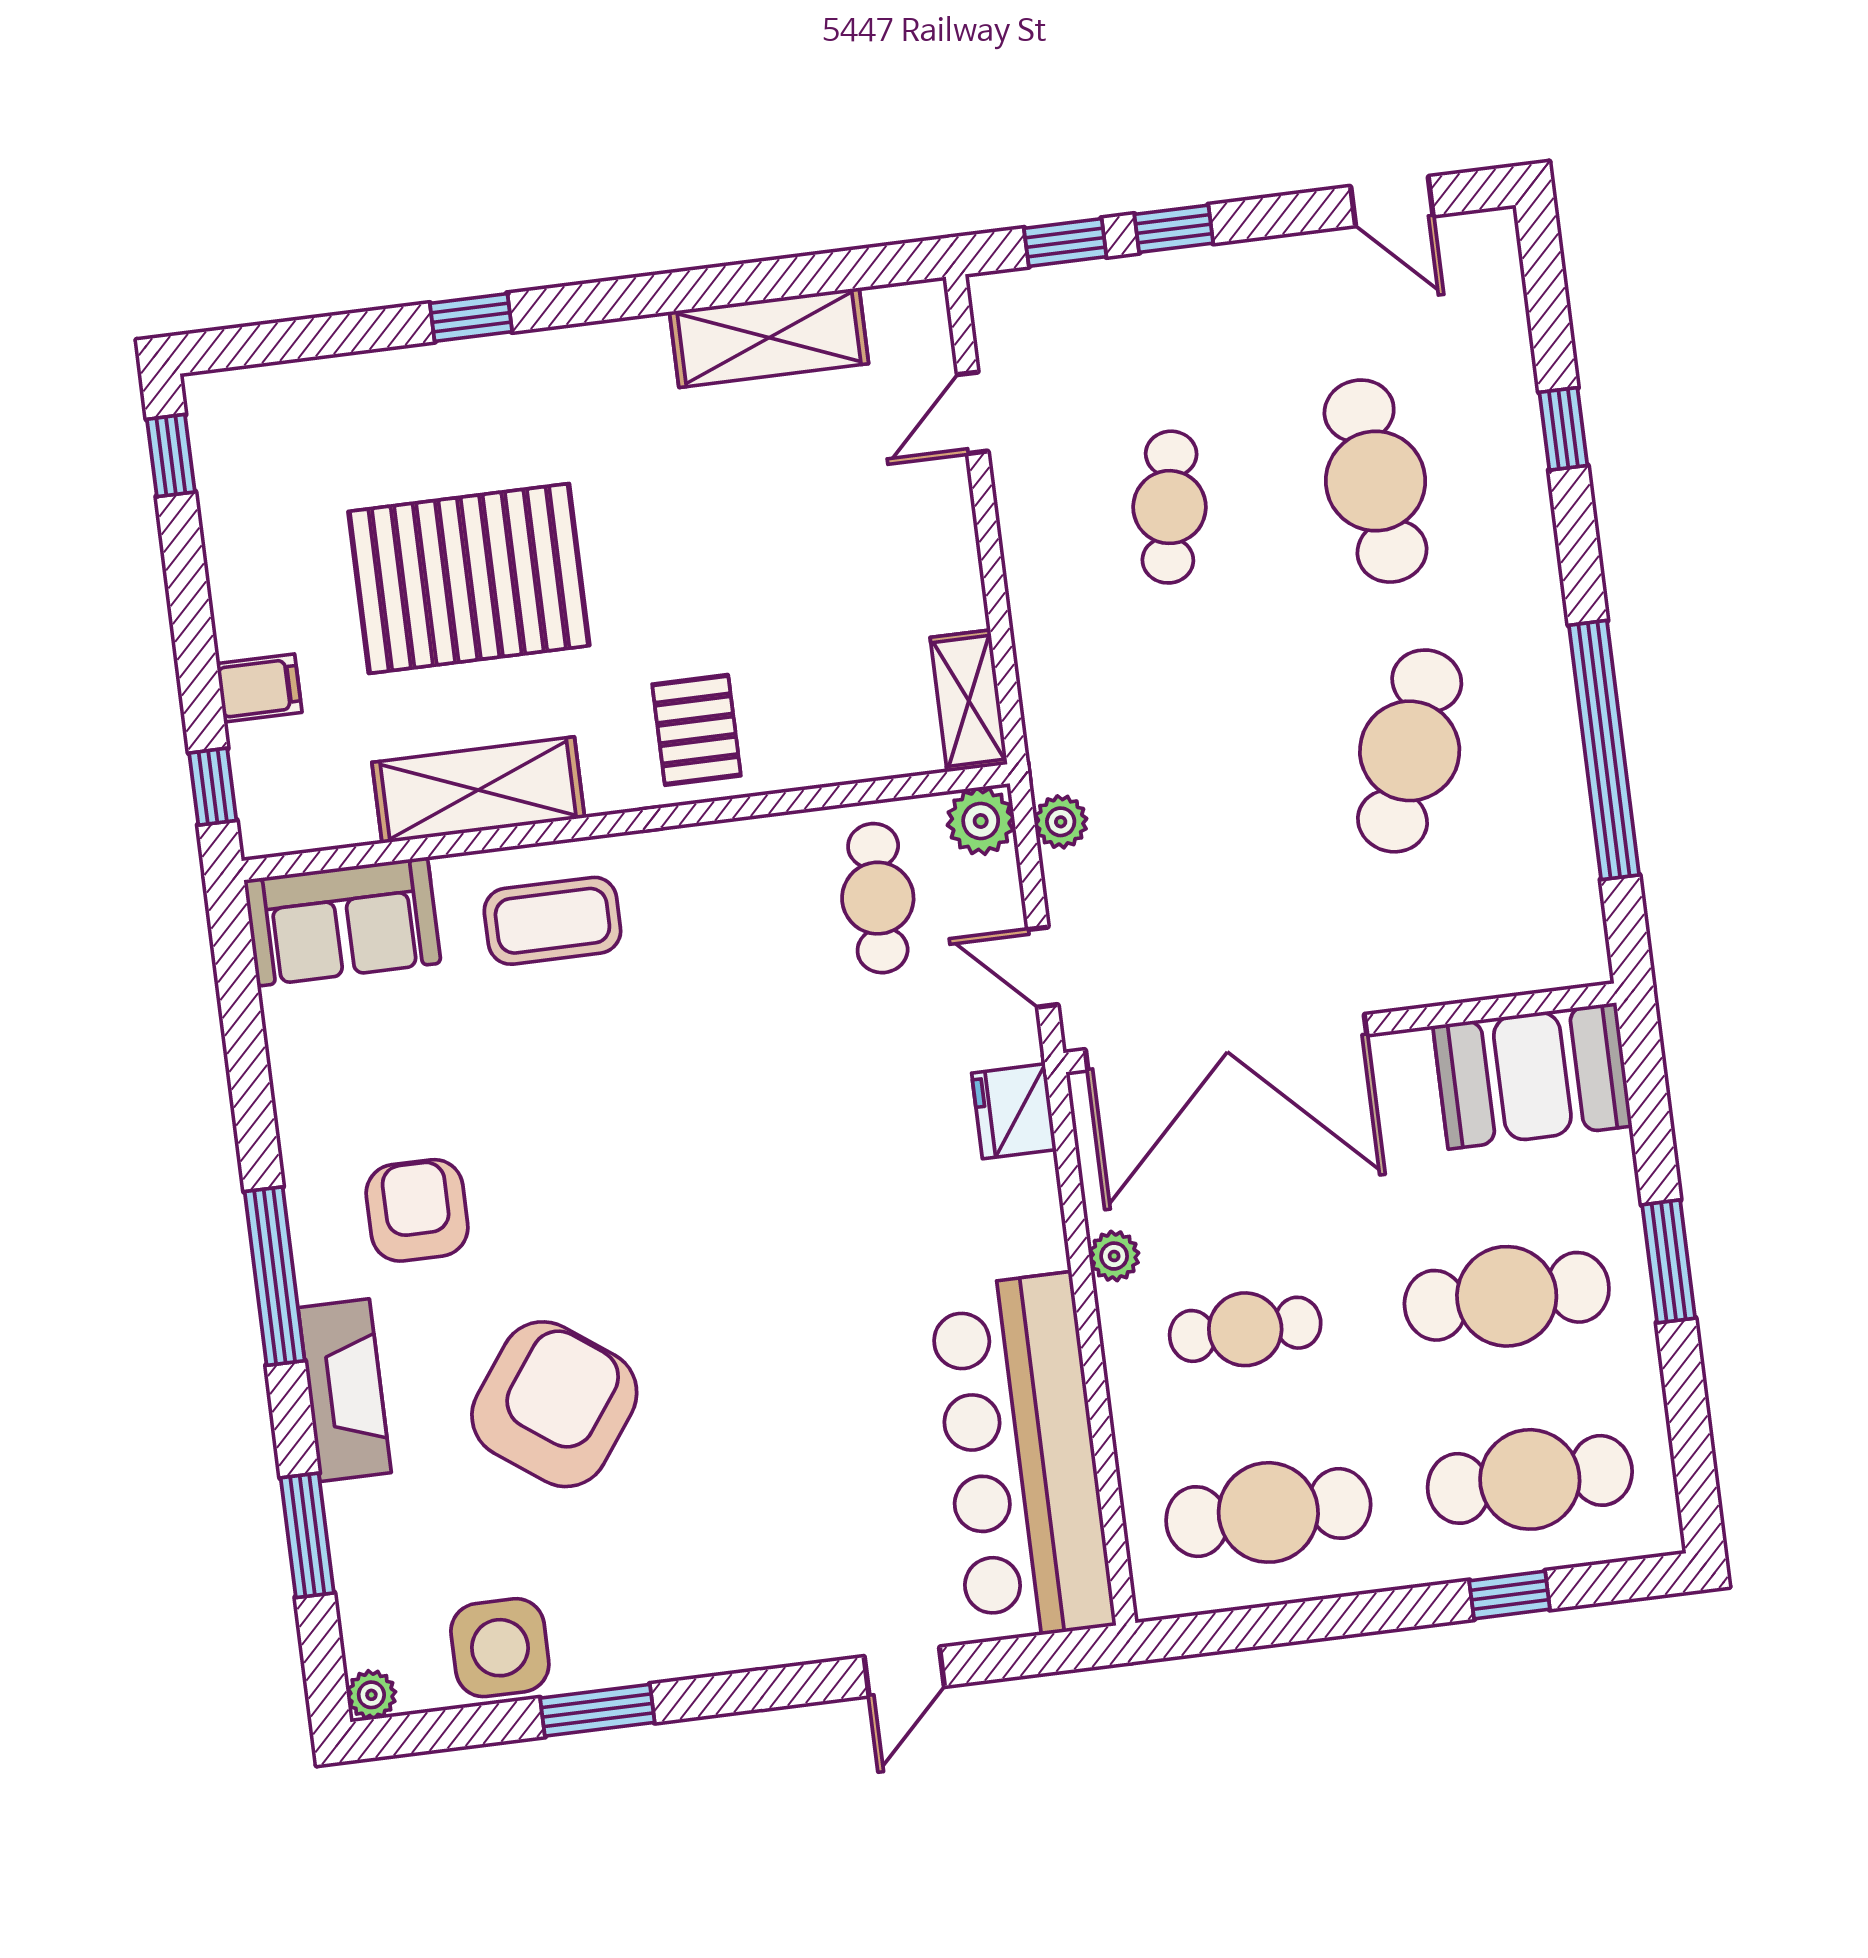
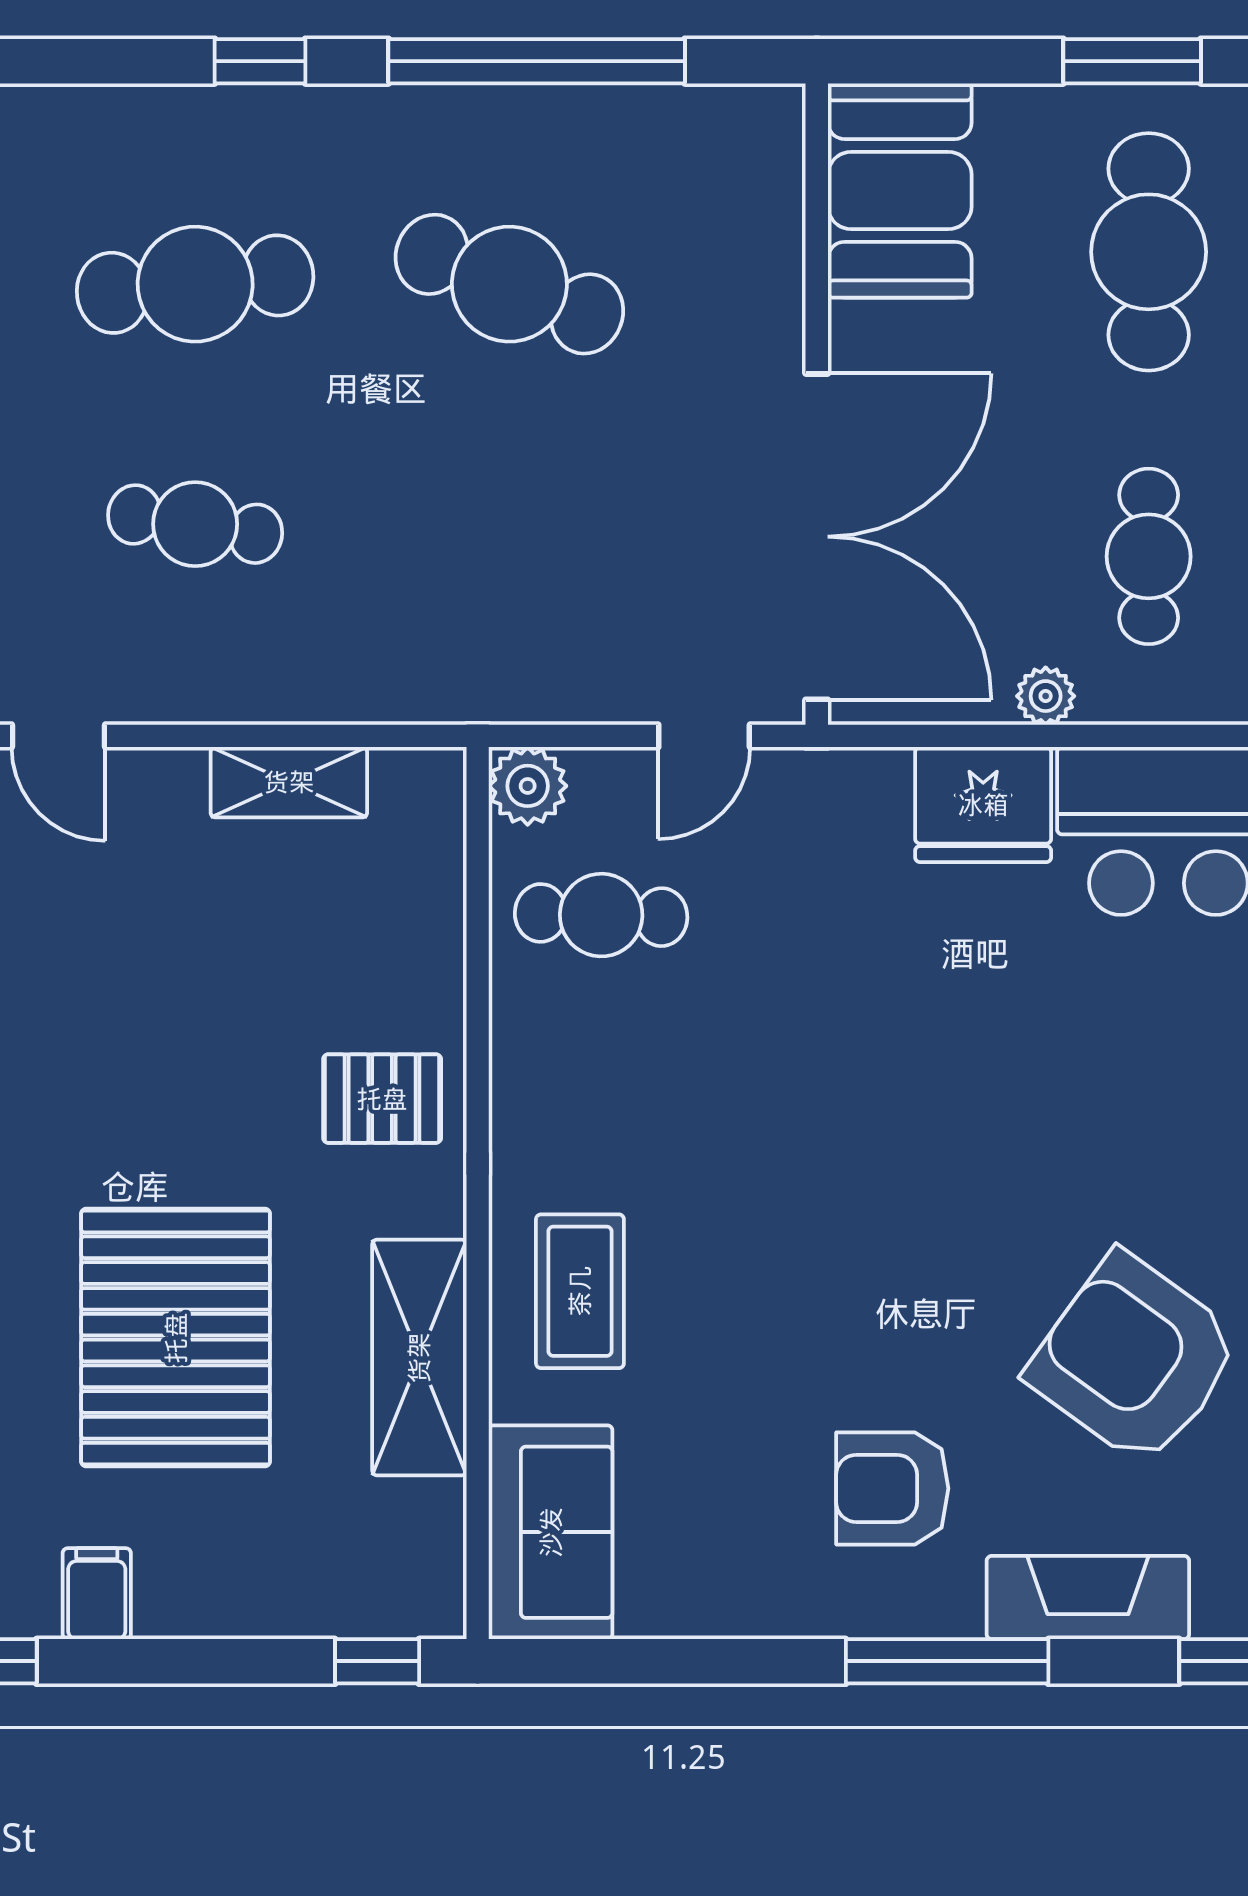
window: (1563, 429) -> (260, 61), moved
filing cabinet: (259, 688) -> (97, 1594), moved
shelving: (969, 701) -> (289, 782), moved
plant: (1061, 822) -> (540, 694), removed
fridge: (1014, 1111) -> (983, 805), moved, width x1.36, depth x1.34

